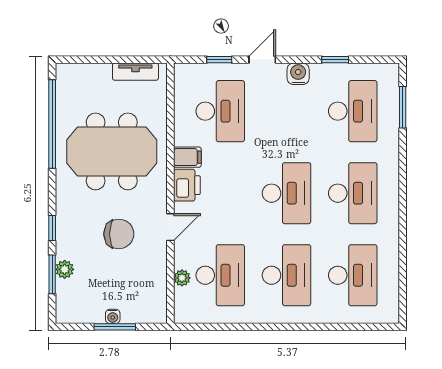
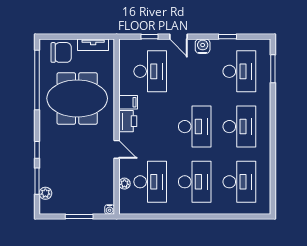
door: (262, 60) -> (178, 37), swing flipped
door: (170, 227) -> (117, 149), hinge flipped
chair: (119, 234) -> (61, 52), moved
plant: (65, 269) -> (45, 193), moved
water cooler: (113, 316) -> (110, 209), moved

